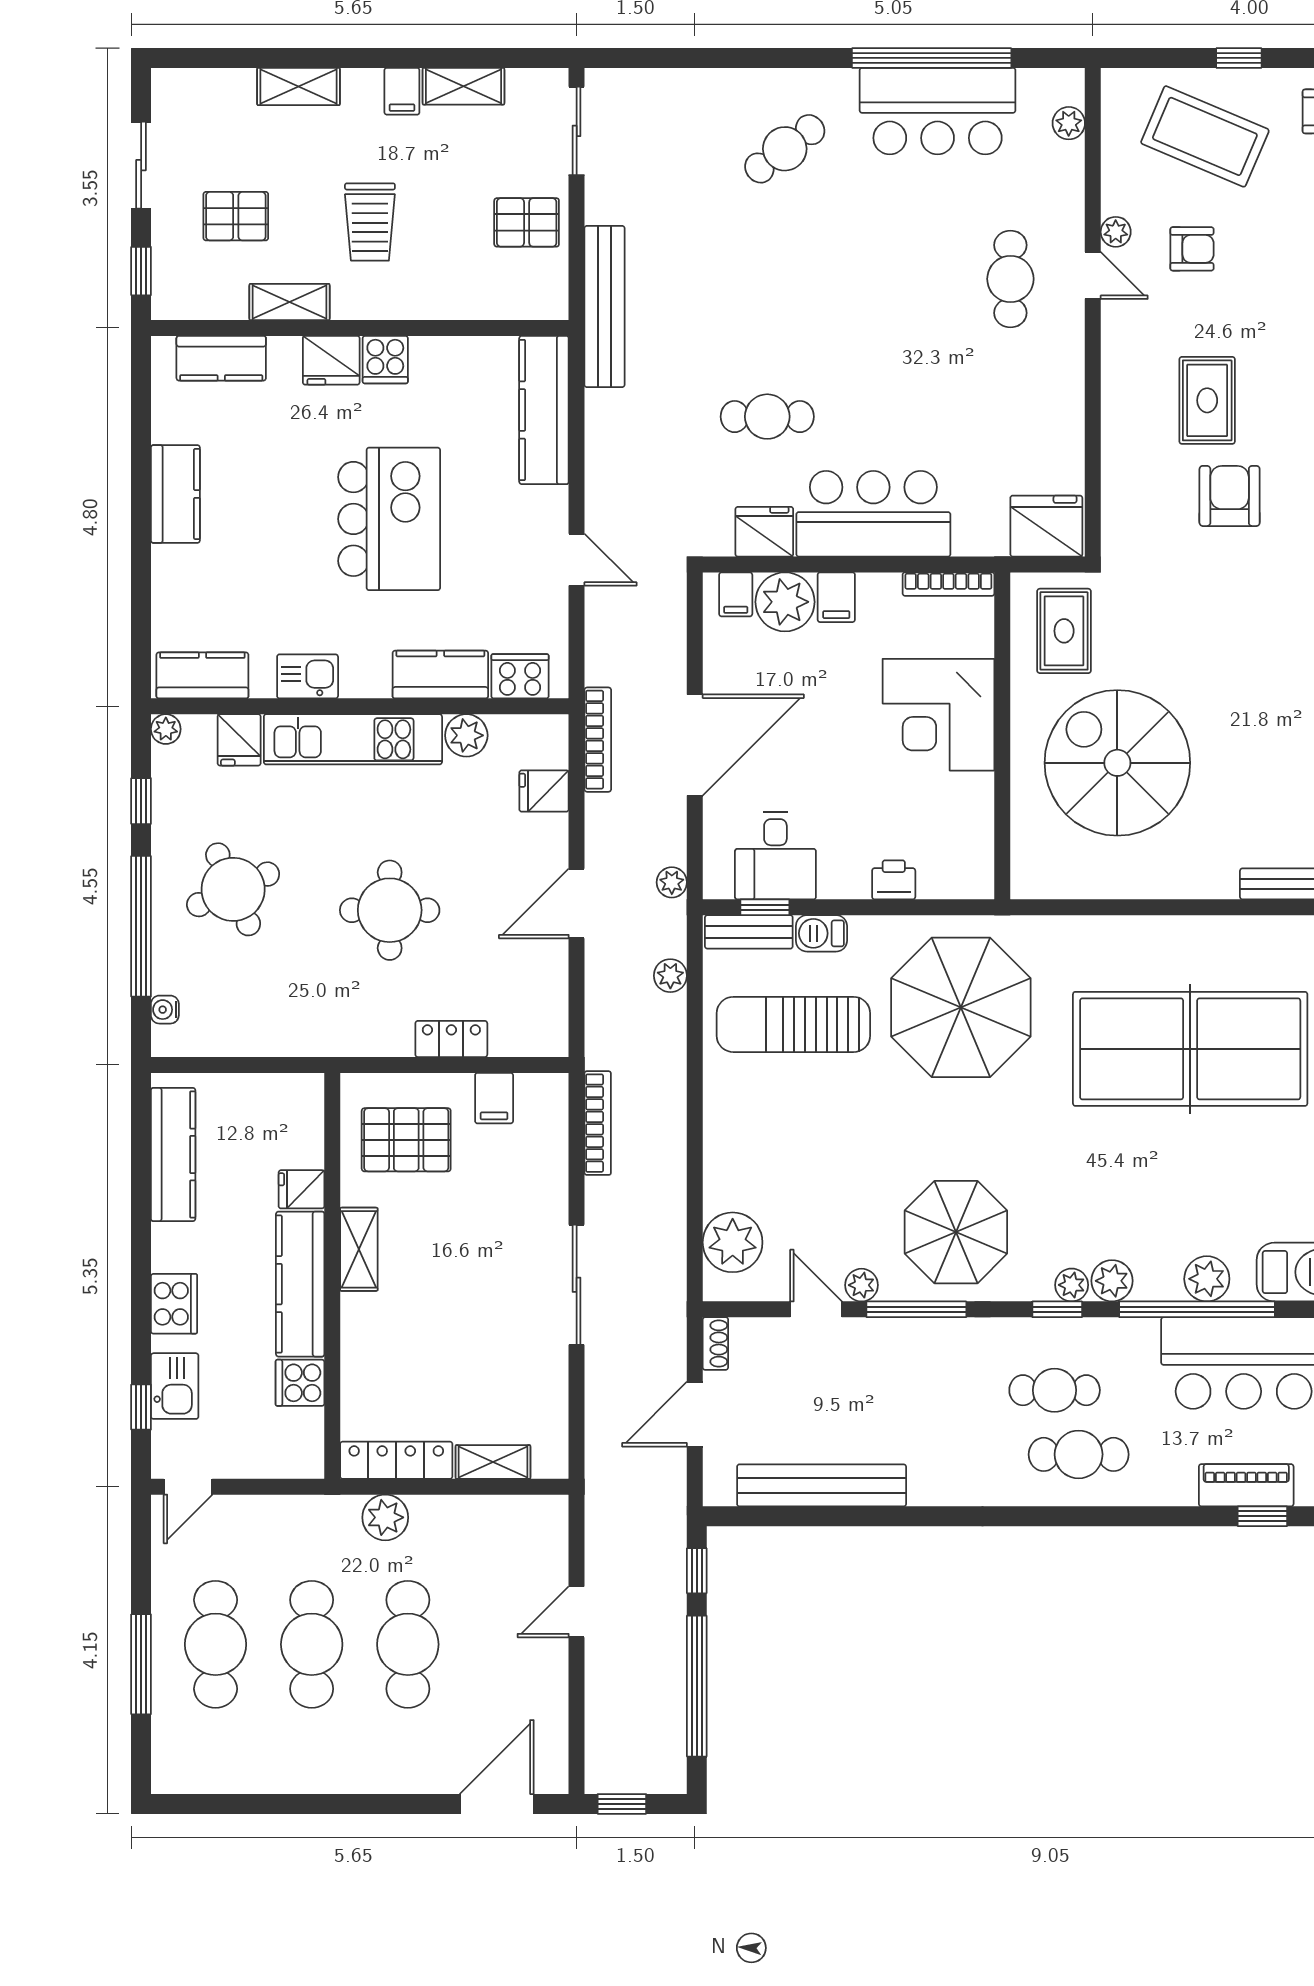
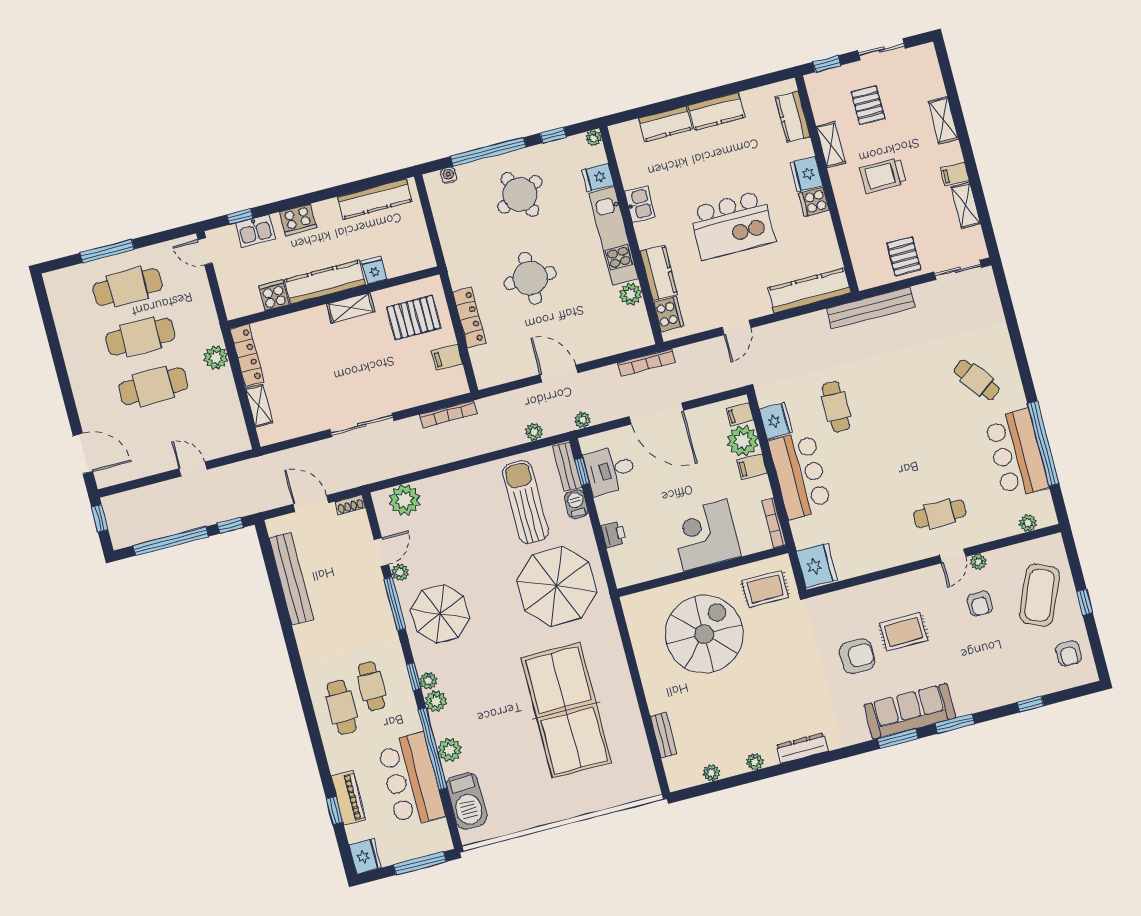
kitchen counter: (202, 675) -> (665, 124), moved, turned 90
fridge: (544, 791) -> (612, 342), removed
locker: (451, 1039) -> (469, 318), width x1.53
pallet: (406, 1140) -> (414, 318), turned 90

